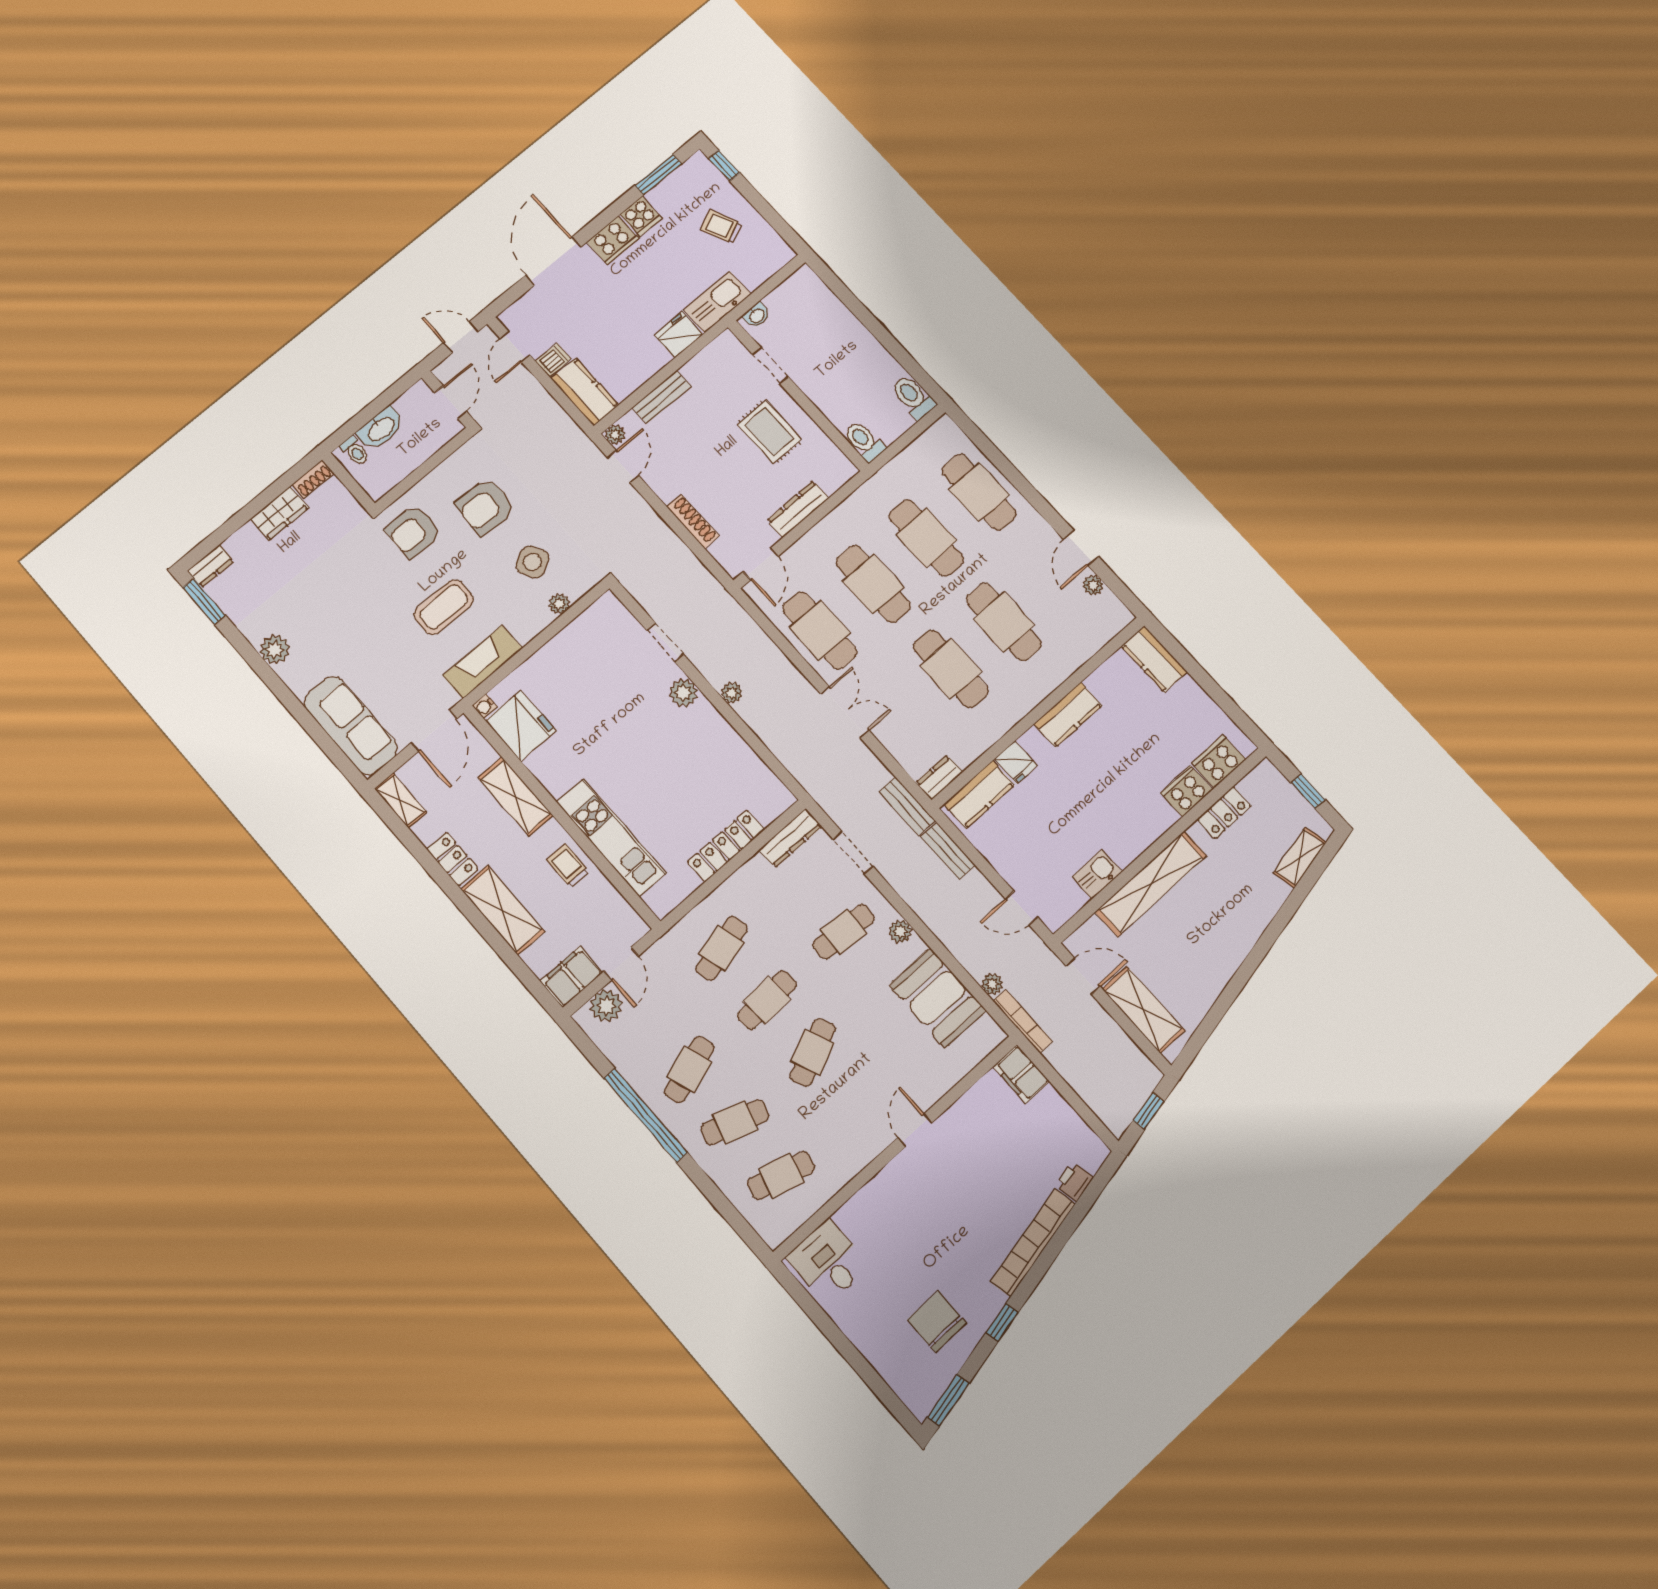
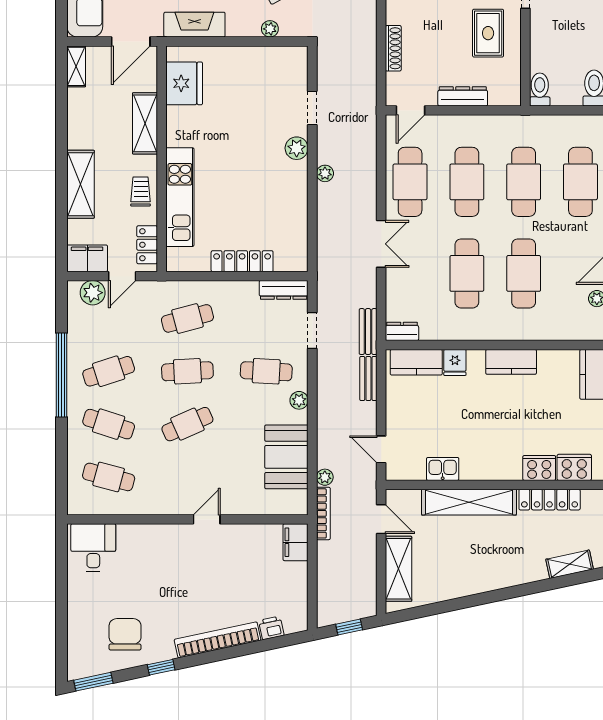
water cooler: (485, 706) -> (173, 53), removed
locker: (1224, 813) -> (550, 500), width x1.53
locker: (452, 859) -> (147, 245), moved, turned 180

